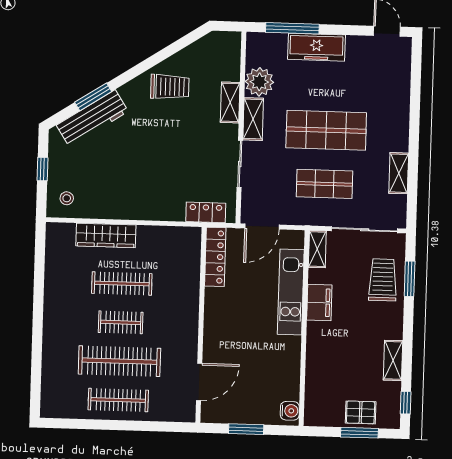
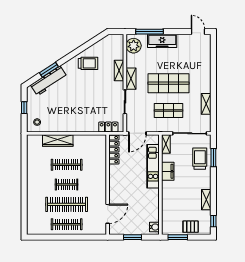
plant: (259, 82) -> (134, 46), moved
window: (359, 433) -> (178, 237), moved

